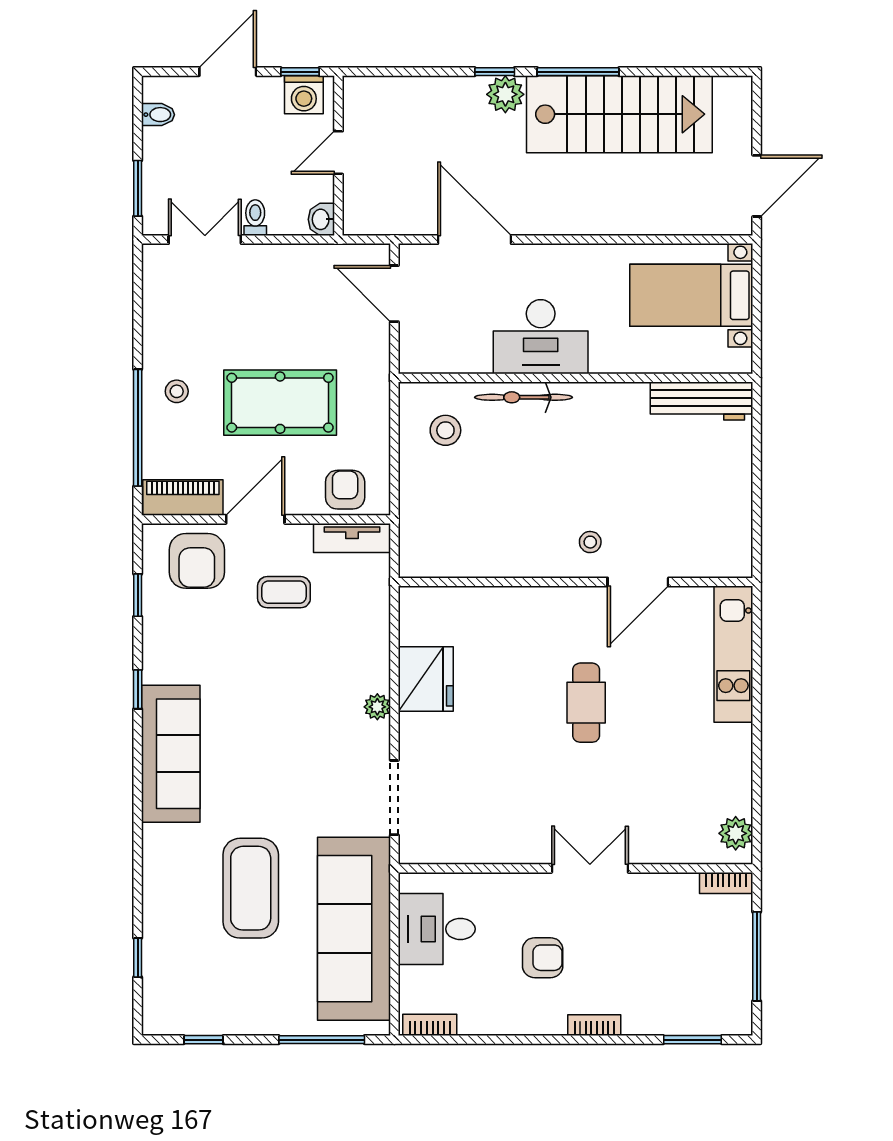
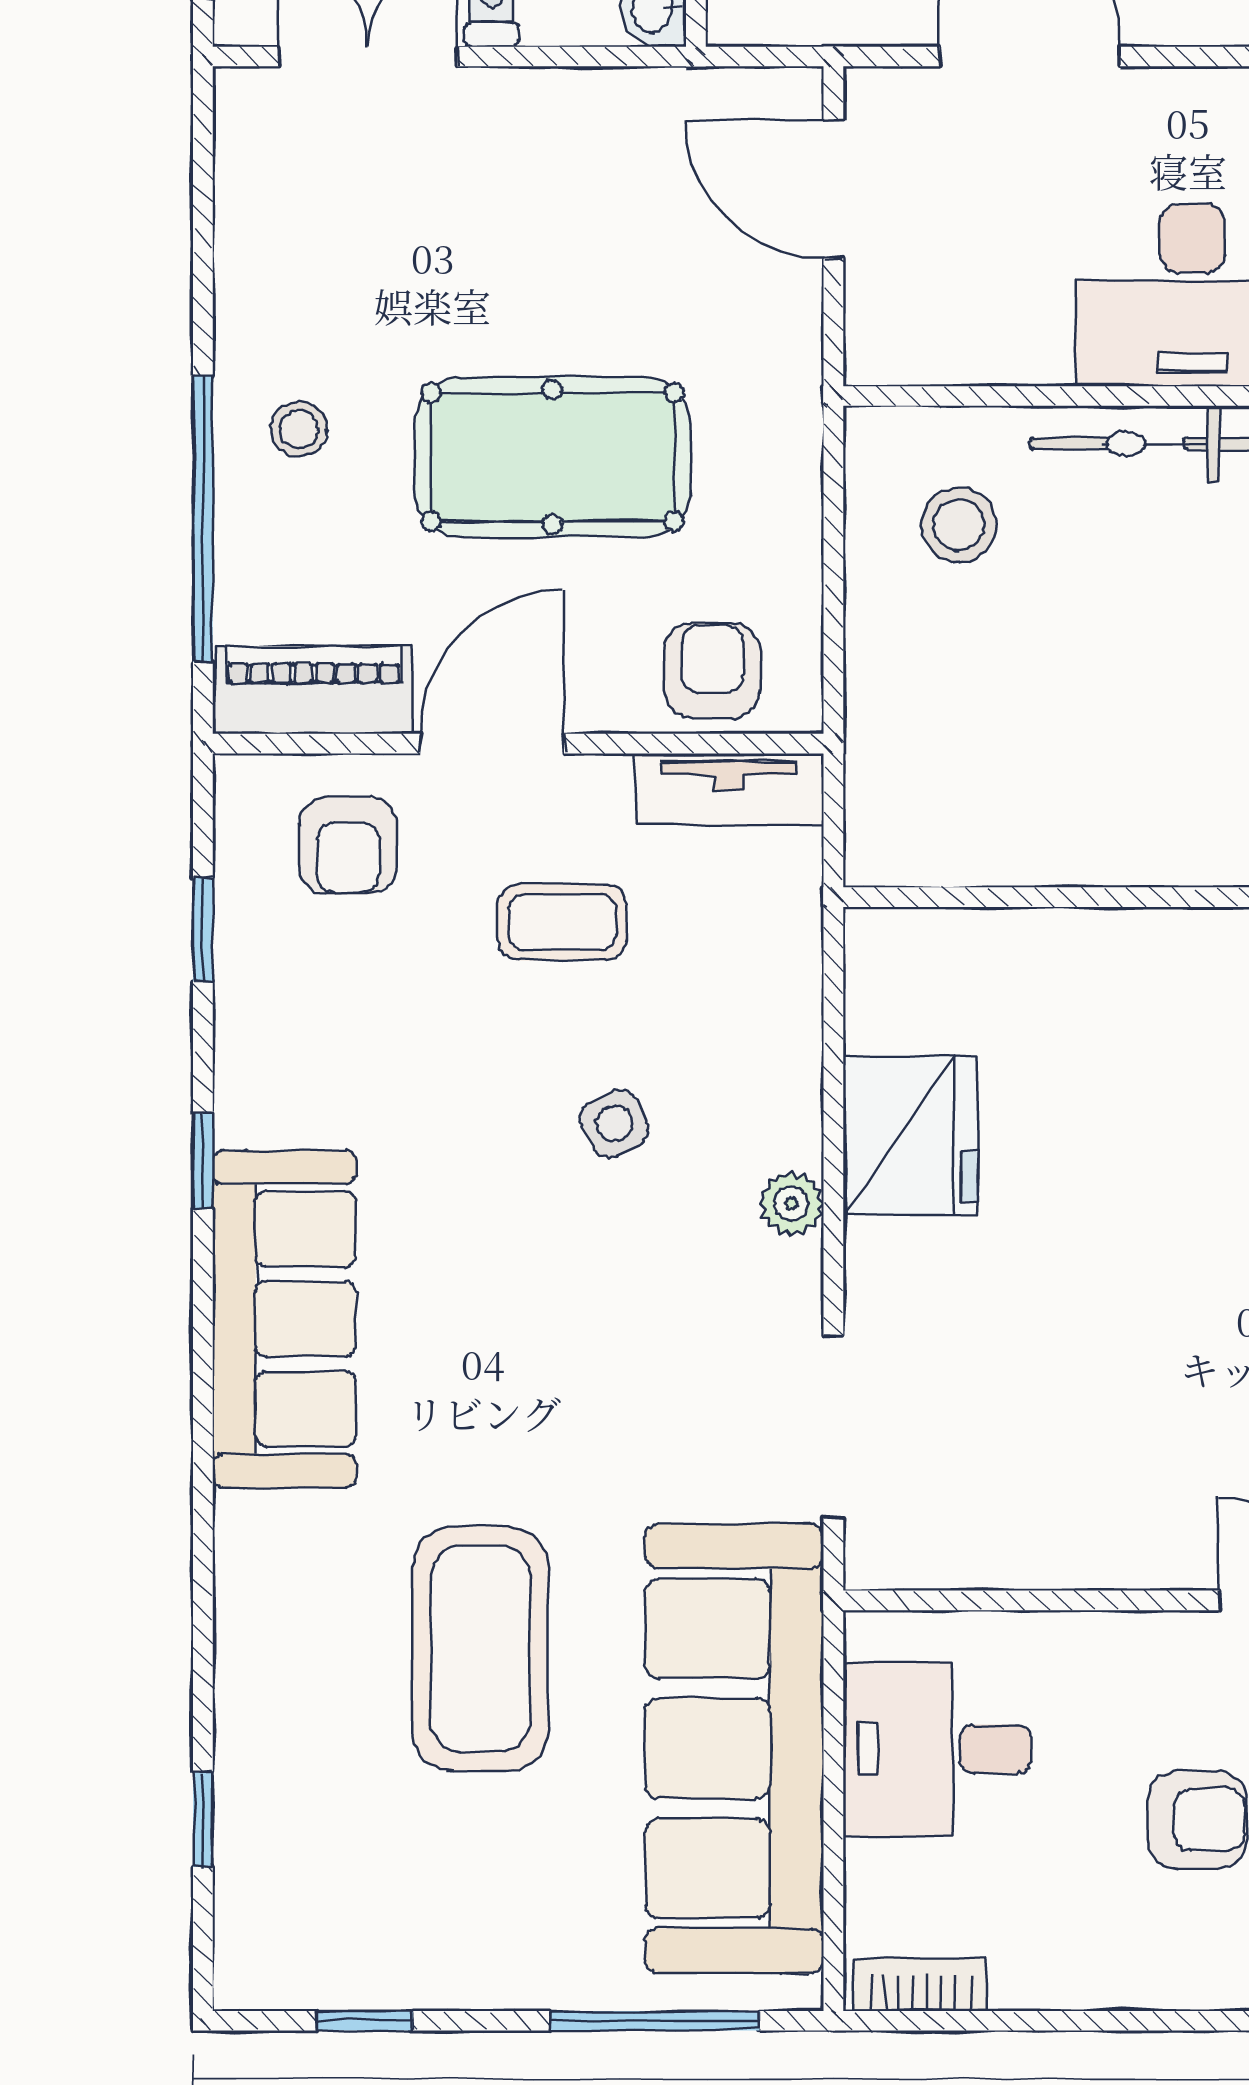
armchair: (197, 561) -> (348, 846), width x0.72, depth x0.72
side table: (305, 674) -> (614, 1123), added

